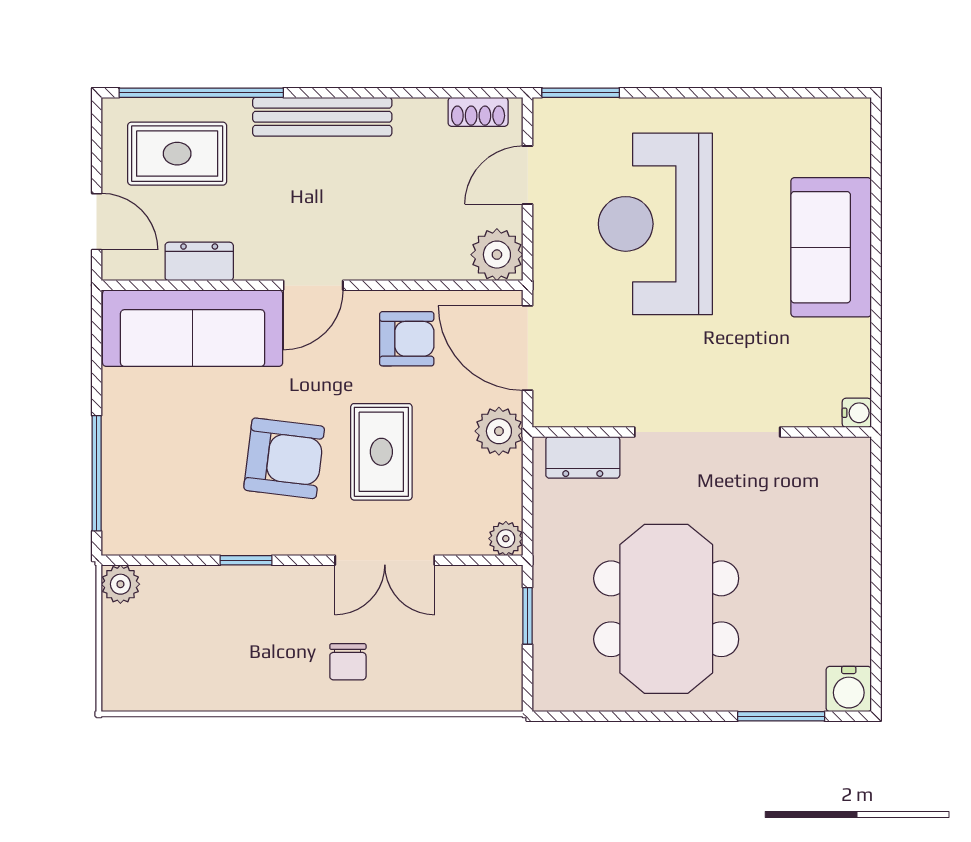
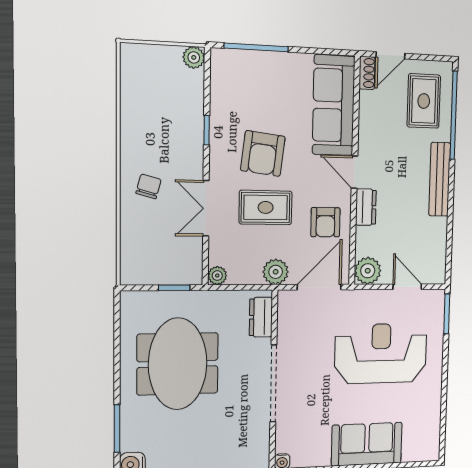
shoe rack: (478, 112) -> (367, 73), moved, turned 180
dresser: (199, 261) -> (366, 207), moved
meeting table: (666, 609) -> (178, 364), turned 90
chair: (348, 662) -> (149, 186), turned 105

